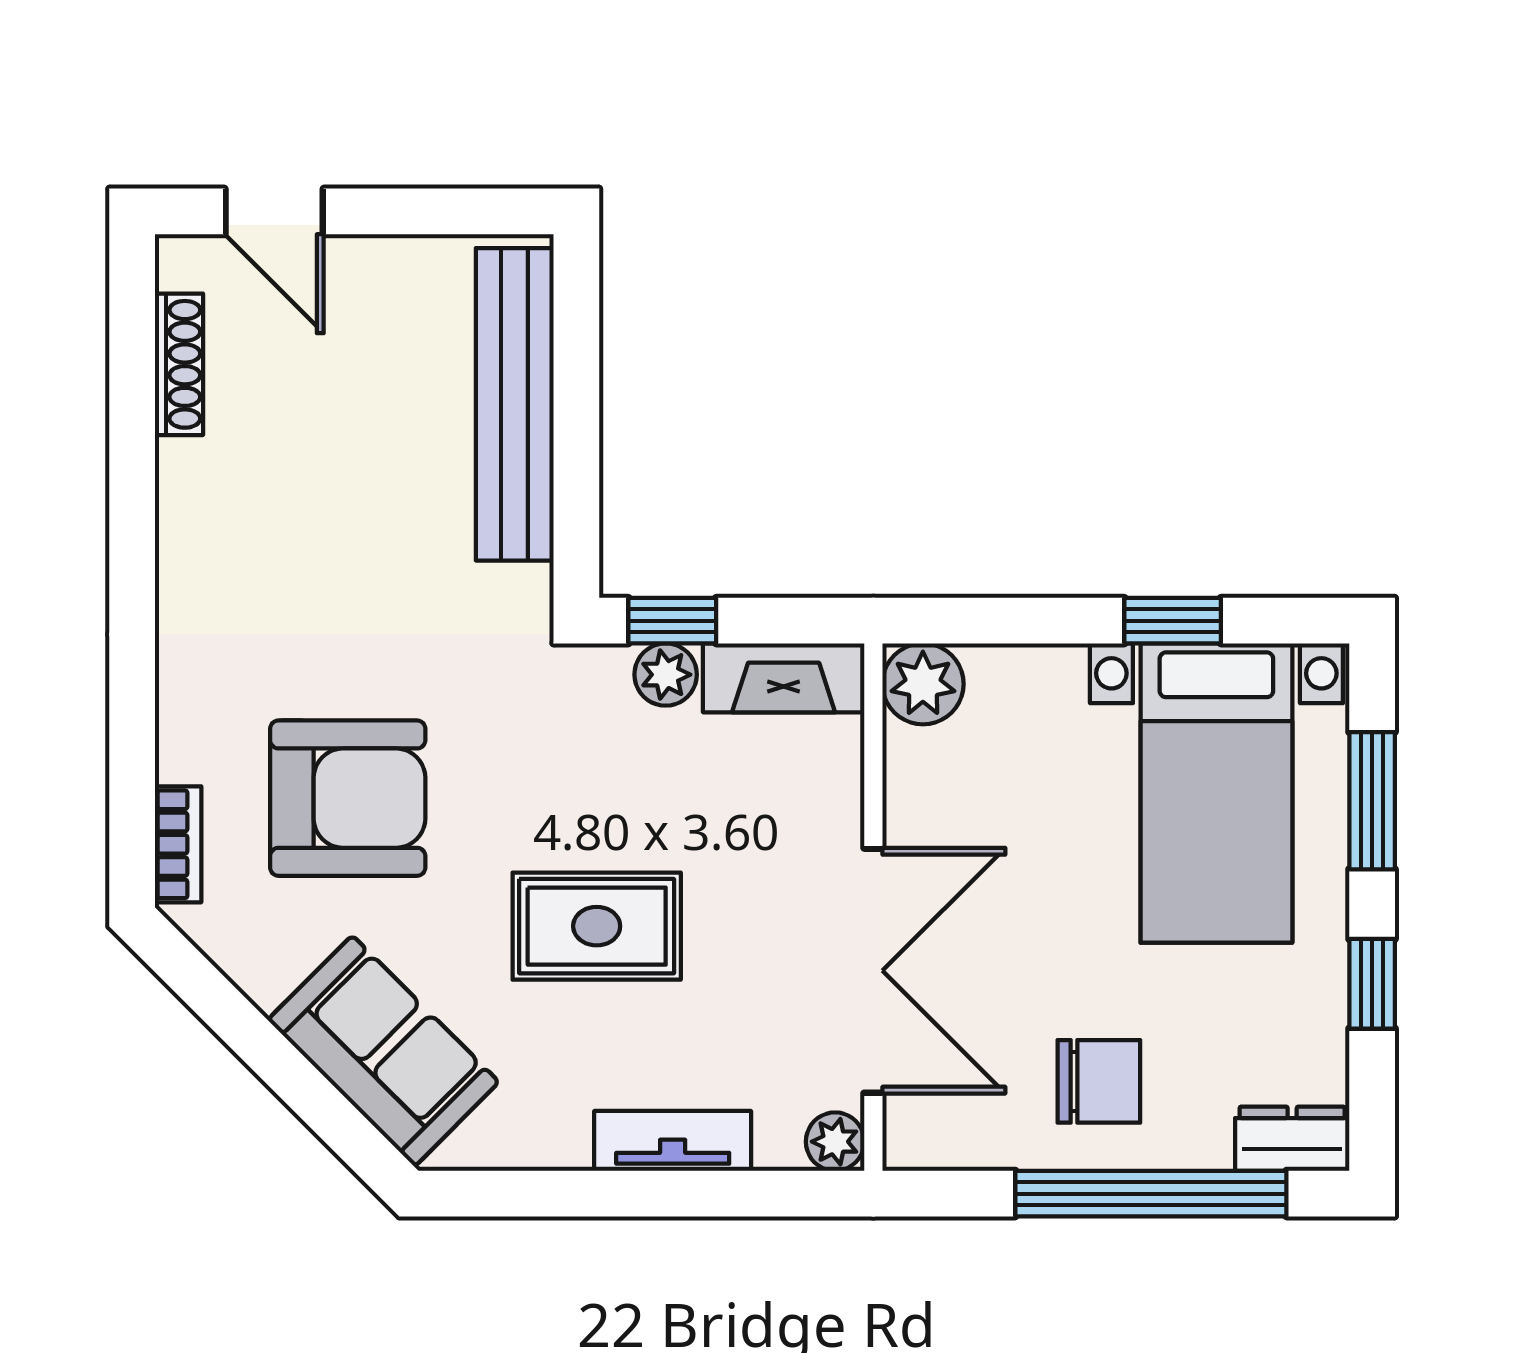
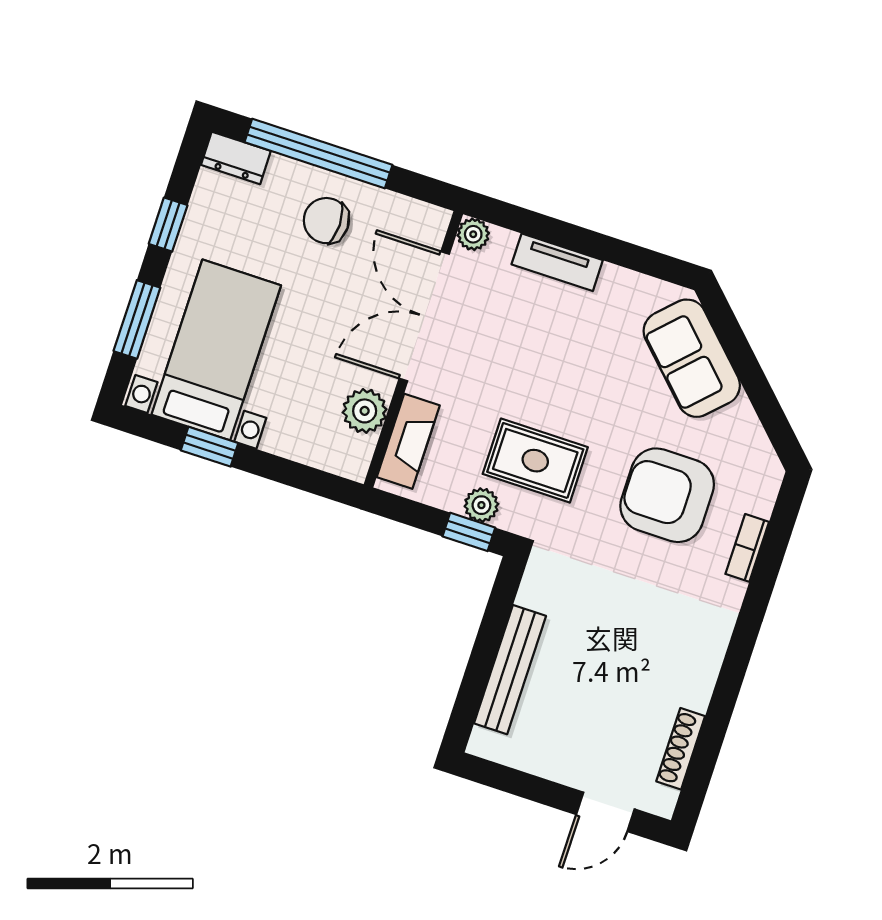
door: (274, 211) -> (605, 812), swing flipped
bench: (515, 404) -> (510, 670), width x0.73, depth x0.82
fireplace: (784, 678) -> (408, 441), moved, turned 90
plant: (923, 684) -> (365, 411), moved
bookcase: (178, 844) -> (747, 548), moved
rug: (597, 926) -> (535, 461), moved

